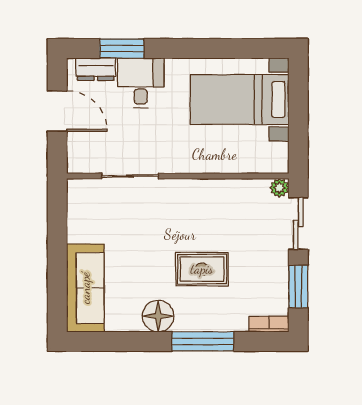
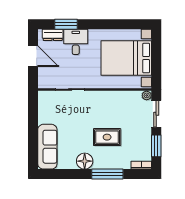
bed with nightstands: (240, 100) -> (126, 58), width x1.36

